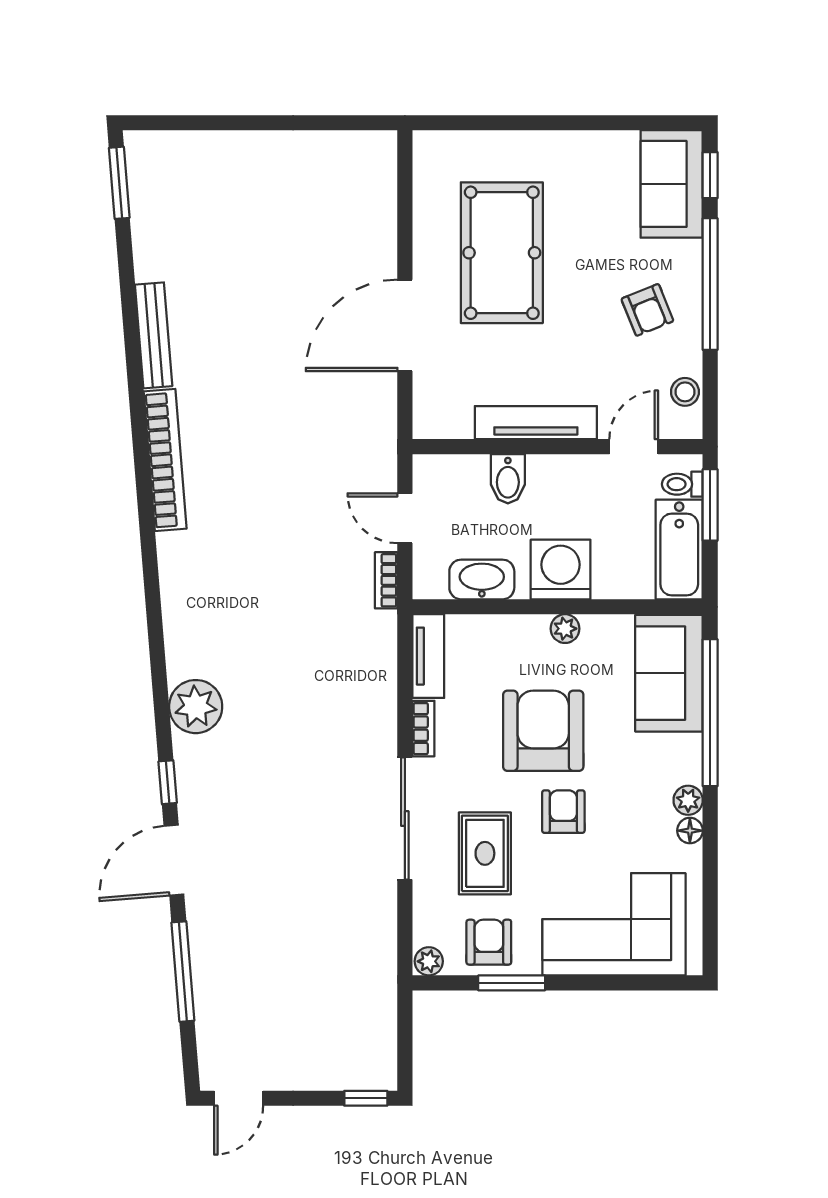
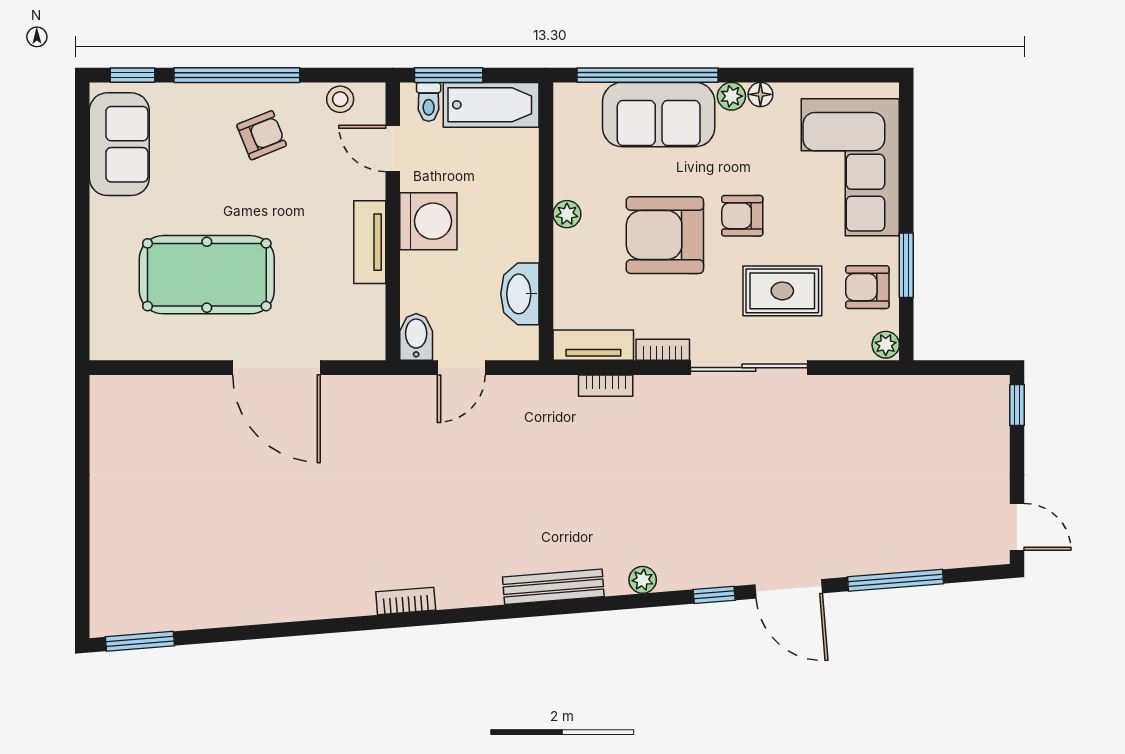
sofa: (672, 184) -> (119, 144), moved, turned -90
bench: (154, 335) -> (553, 587), moved
tv unit: (536, 423) -> (370, 242), width x0.71
bookcase: (165, 460) -> (406, 601), width x0.43, depth x0.76
bidet: (508, 479) -> (416, 337), moved, turned -90
washing machine: (561, 569) -> (428, 221), moved, turned 180
bookcase: (386, 580) -> (606, 386), moved
sofa: (669, 673) -> (659, 115), moved
plant: (196, 707) -> (643, 580), width x0.53, depth x0.53

